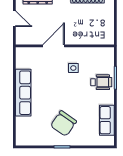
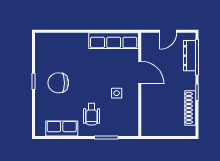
wheelchair: (101, 82) -> (92, 114), moved
row of seats: (23, 93) -> (114, 41), moved
chair: (63, 123) -> (58, 83), turned -35

